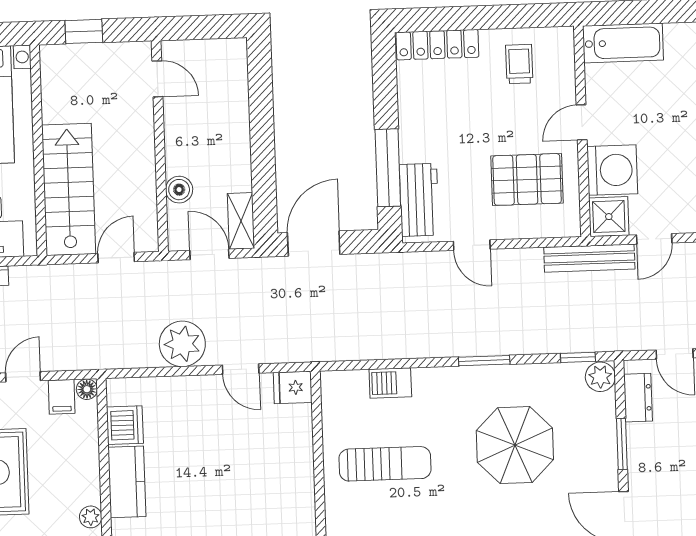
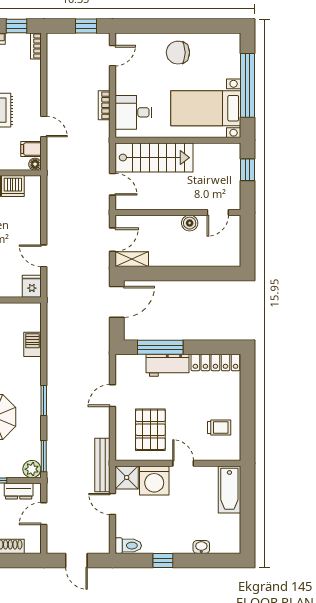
locker: (437, 45) -> (215, 362), moved, turned -90
boiler: (179, 190) -> (190, 223), moved
workbench: (419, 200) -> (168, 365), moved
door: (314, 243) -> (117, 302), hinge flipped
plant: (182, 344) -> (60, 222), removed
window: (578, 357) -> (44, 456), width x1.50
door: (241, 369) -> (44, 256), hinge flipped

